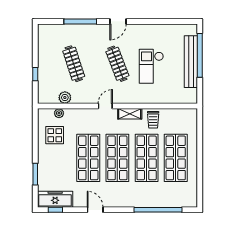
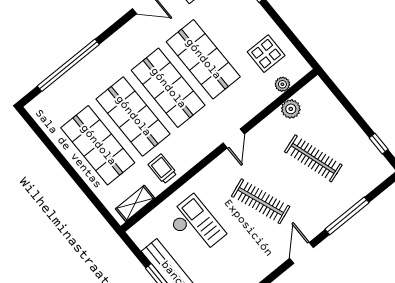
checkout: (151, 66) -> (196, 225), moved
window: (35, 74) -> (379, 144), moved
shelving: (130, 114) -> (135, 203), moved

